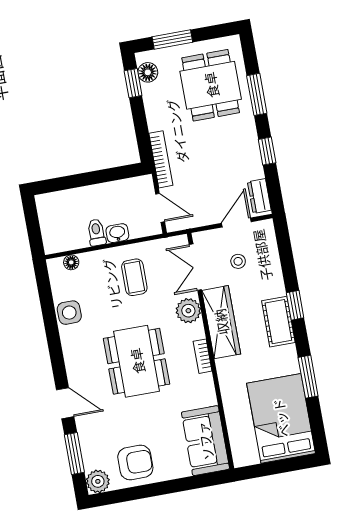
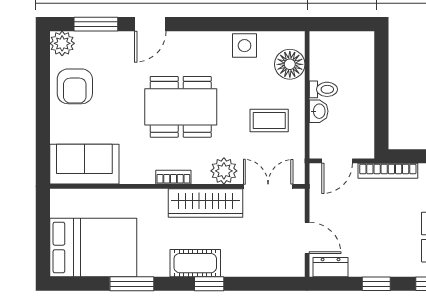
stool: (238, 261) -> (266, 232), removed
floor lamp: (71, 262) -> (290, 64), width x1.89, depth x1.89

